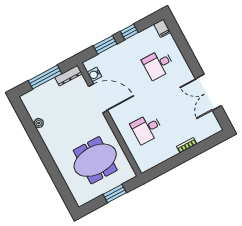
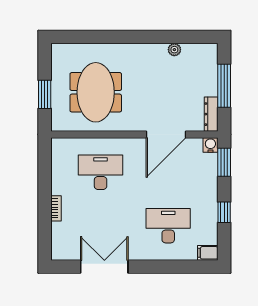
window: (105, 45) -> (224, 162), moved
desk: (158, 64) -> (168, 226), width x1.37
water cooler: (94, 74) -> (210, 145), moved
desk: (147, 128) -> (101, 172), width x1.37

